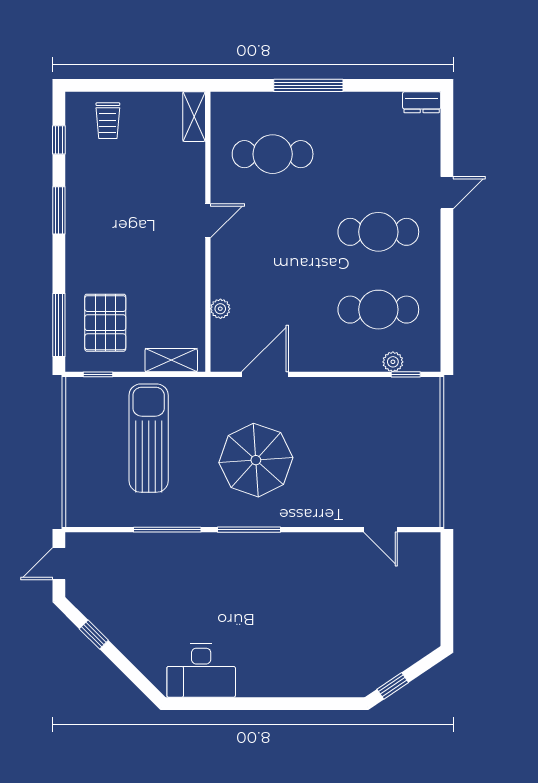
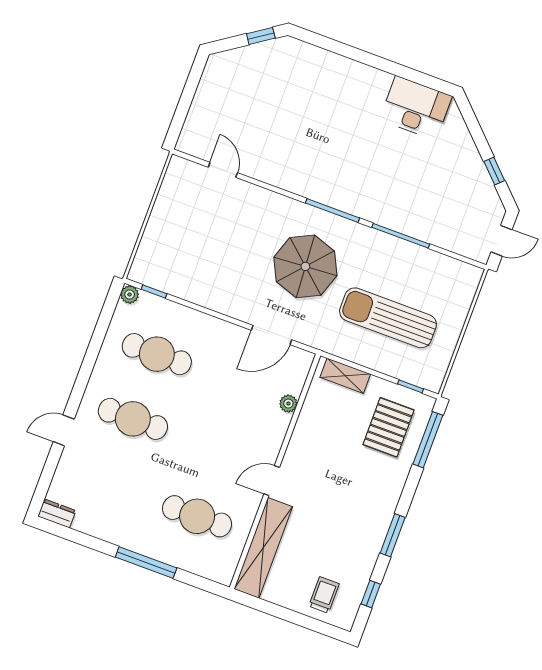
shelving: (194, 117) -> (263, 548), width x2.20, depth x1.33
plant: (393, 362) -> (130, 294), moved
sun lounger: (149, 438) -> (388, 318), turned 90

